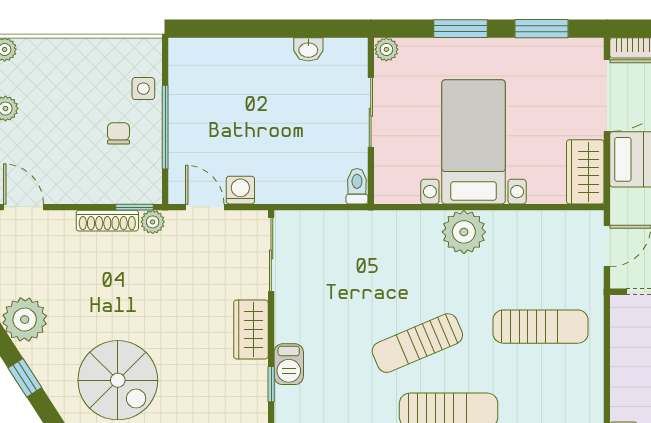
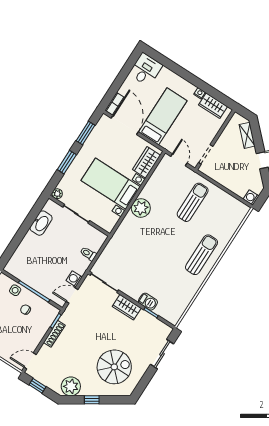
washbasin: (308, 49) -> (41, 223), width x1.91, depth x1.45
wardrobe: (585, 172) -> (146, 162), moved, turned 90
toilet: (357, 186) -> (88, 254), moved
plant: (153, 222) -> (65, 318), removed
sun lounger: (417, 343) -> (170, 250), removed

